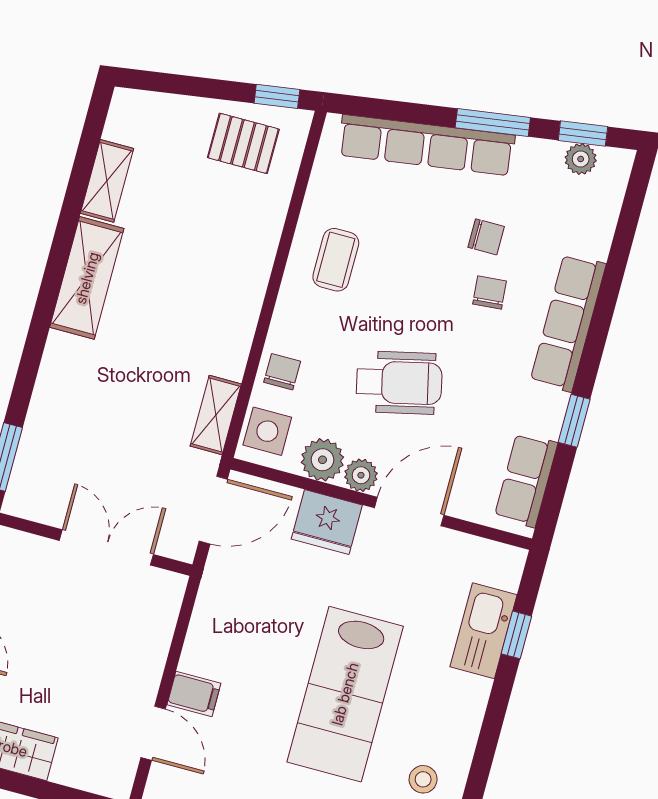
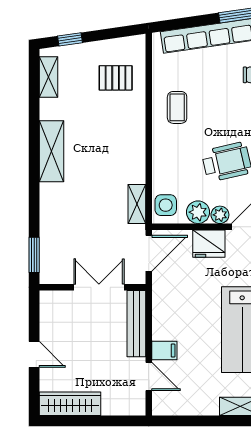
window: (277, 96) -> (70, 39), moved
pallet: (243, 143) -> (116, 78), moved
shelving: (107, 181) -> (48, 77), moved
chair: (282, 372) -> (165, 173), removed
bench: (156, 632) -> (136, 324), added

